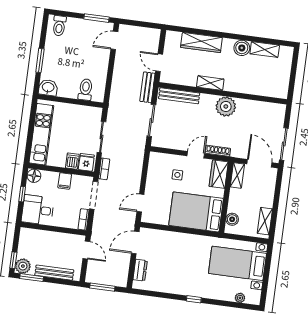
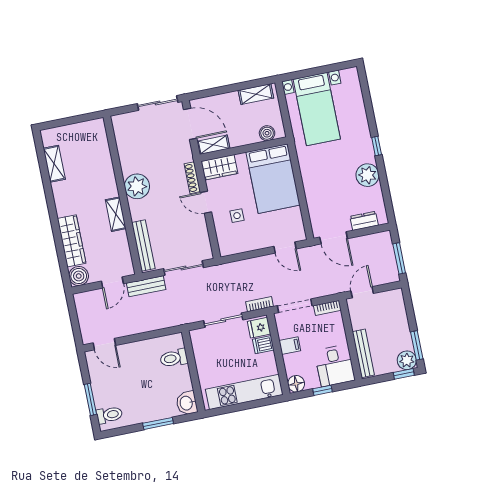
window: (97, 18) -> (90, 399), moved
boiler: (242, 48) -> (79, 276), moved
door: (259, 163) -> (190, 124), swing flipped
bench: (54, 273) -> (363, 353), moved
plant: (240, 298) -> (367, 175), moved, width x1.87, depth x1.87

